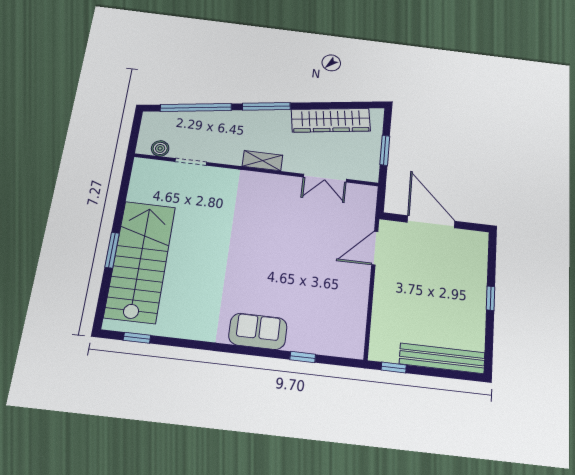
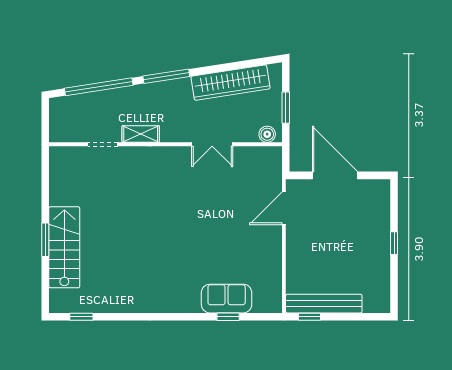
boiler: (160, 148) -> (267, 134), moved
shelving: (262, 161) -> (141, 134), moved
double door: (325, 178) -> (212, 144), moved
stairs: (140, 261) -> (64, 247), width x0.73, depth x0.66
sofa: (258, 331) -> (227, 299), moved
bench: (442, 358) -> (324, 304), moved

